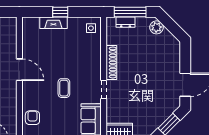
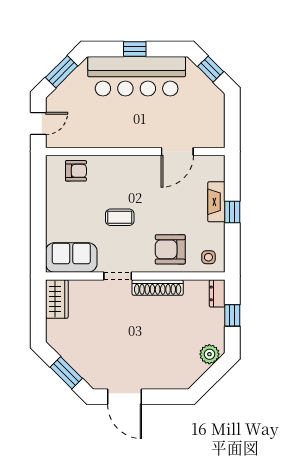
window: (130, 12) -> (232, 315), width x0.46
dresser: (126, 22) -> (217, 293), moved
armchair: (86, 54) -> (170, 249), added
door: (19, 70) -> (177, 151), moved

